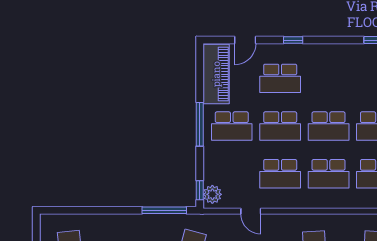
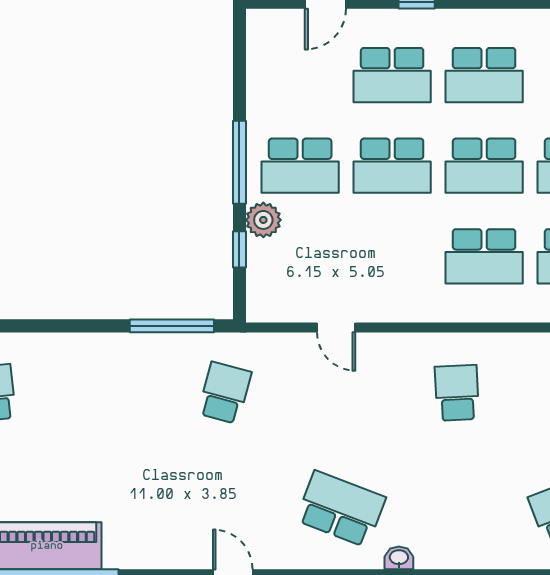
piano: (216, 74) -> (271, 67), removed
school desk: (280, 174) -> (484, 75), moved
window: (200, 190) -> (239, 249), moved
plant: (212, 194) -> (263, 220), moved

